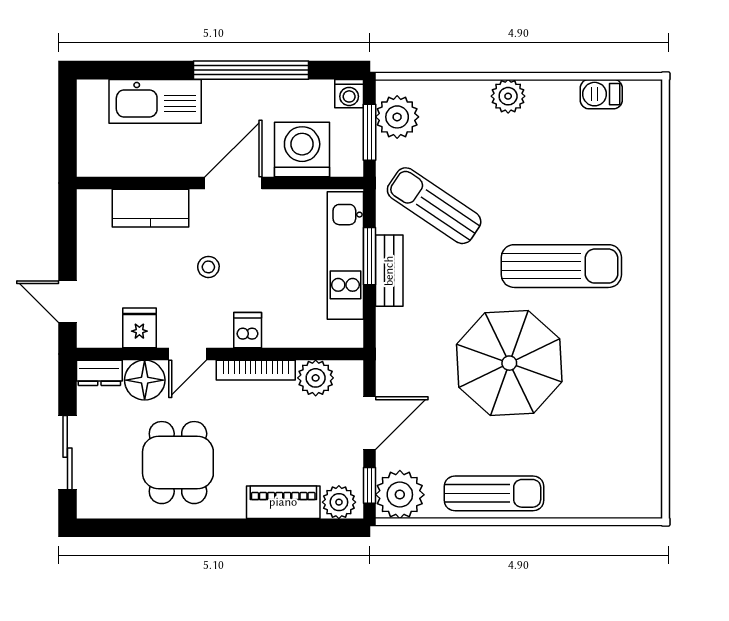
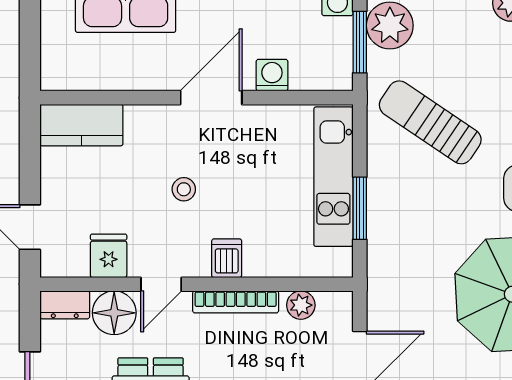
washing machine: (302, 150) -> (272, 75), width x0.53, depth x0.53
kitchen counter: (150, 208) -> (81, 125), moved
window: (370, 256) -> (360, 208), moved
bench: (389, 271) -> (381, 193), removed
plant: (316, 378) -> (301, 305), width x0.73, depth x0.73

